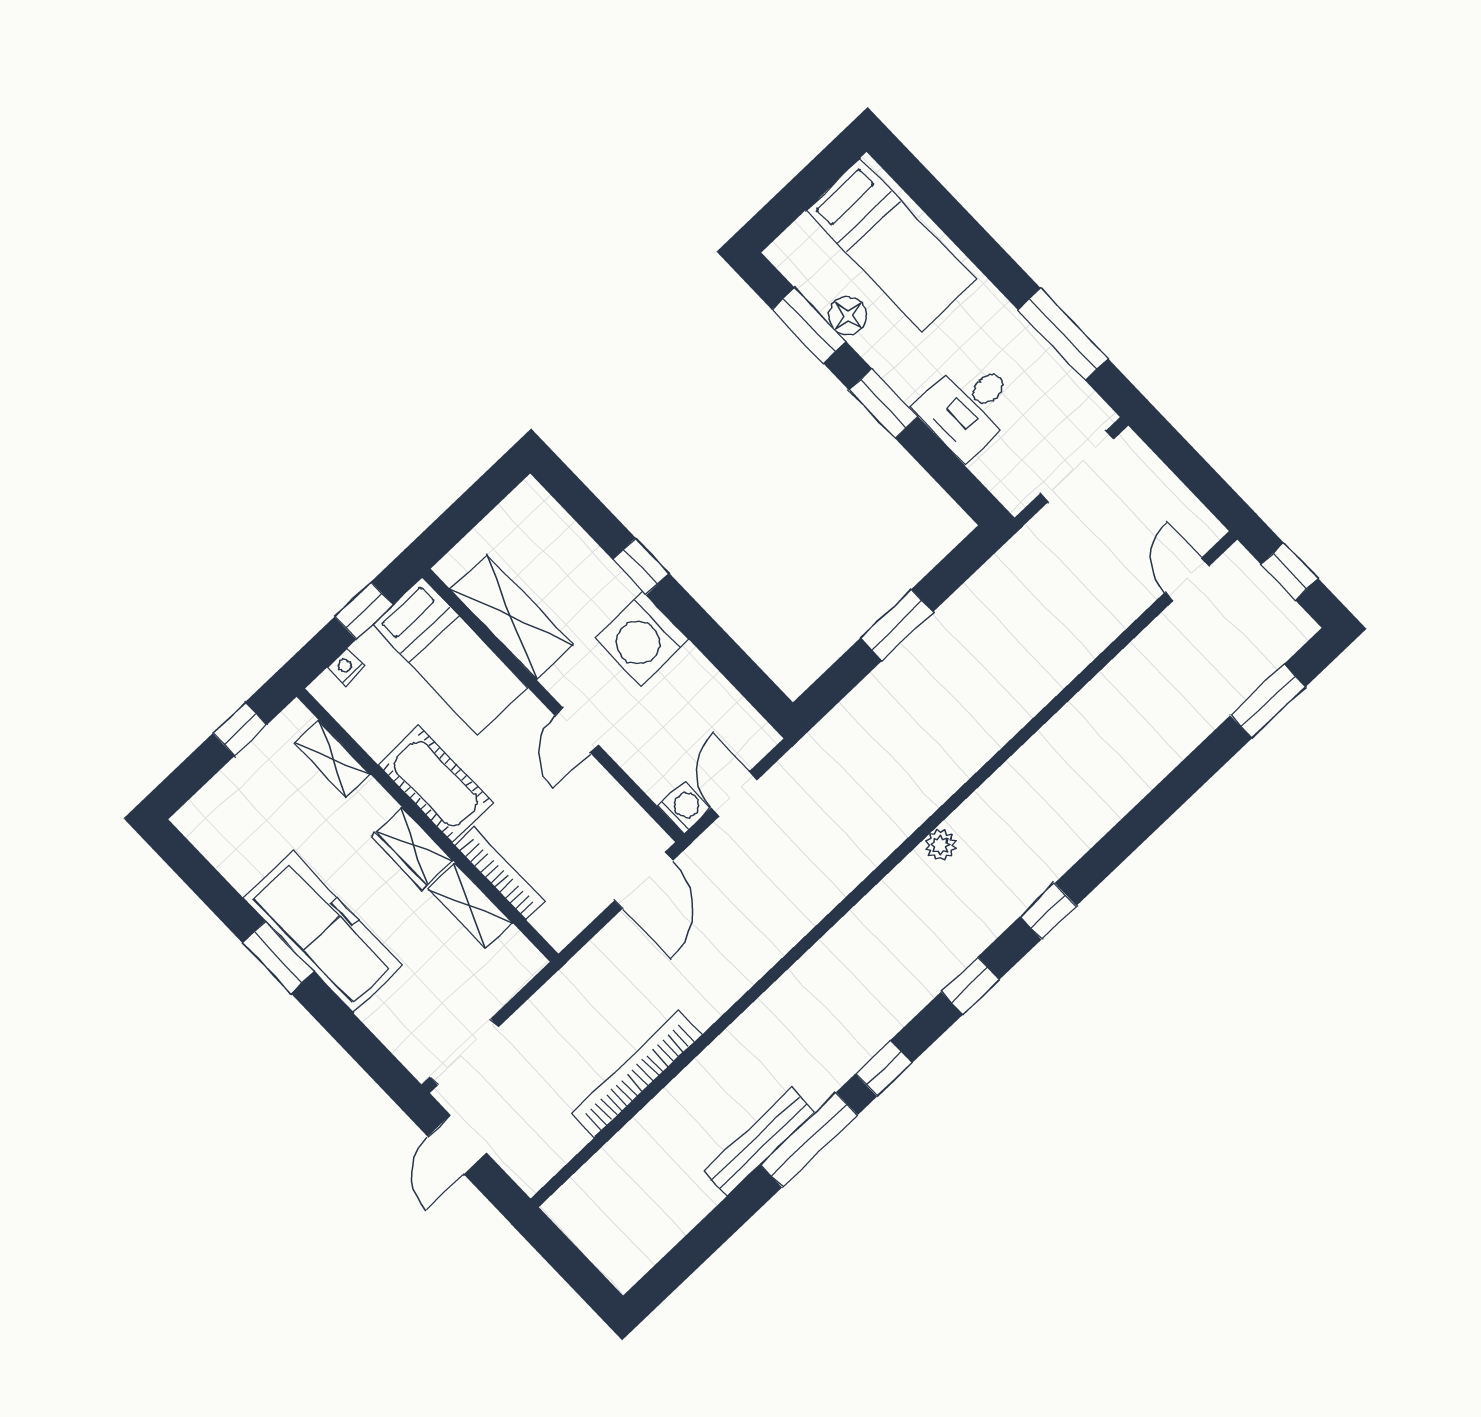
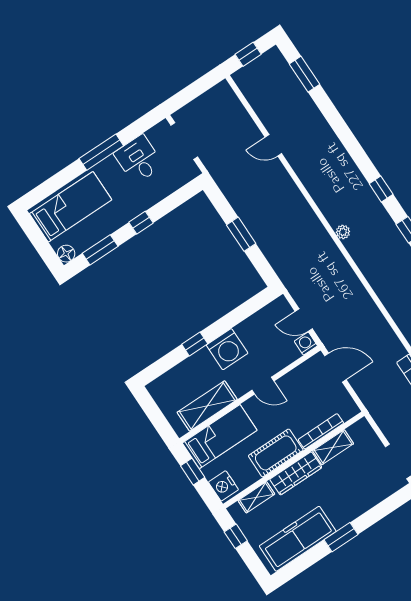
floor lamp: (848, 316) -> (66, 254), moved
window: (1063, 334) -> (101, 152), moved
window: (883, 403) -> (141, 223), width x0.67
desk: (969, 407) -> (139, 159), moved, turned 180
door: (1187, 579) -> (273, 145), moved
nightstand: (346, 667) -> (223, 486), width x1.89, depth x1.79
wardrobe: (412, 848) -> (296, 473), width x1.50
freezer: (323, 932) -> (298, 539), moved

